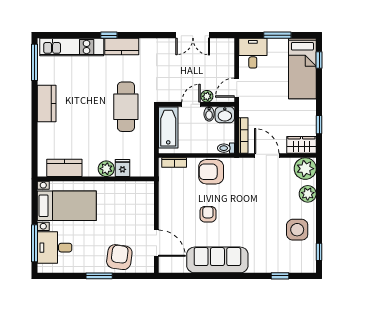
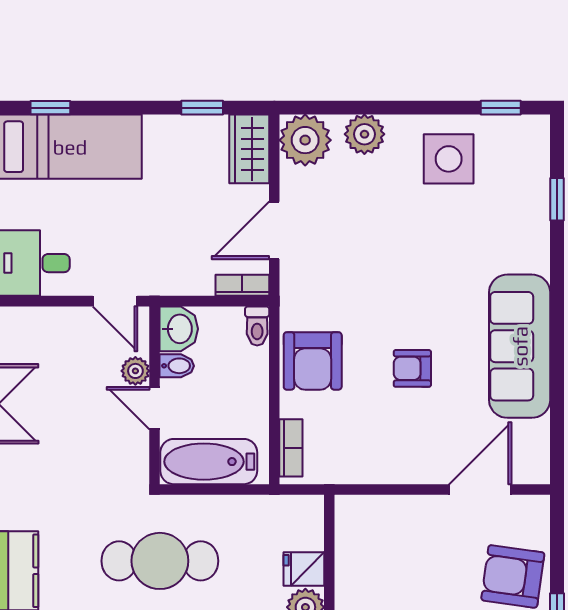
bookcase: (243, 135) -> (242, 285), width x0.64

